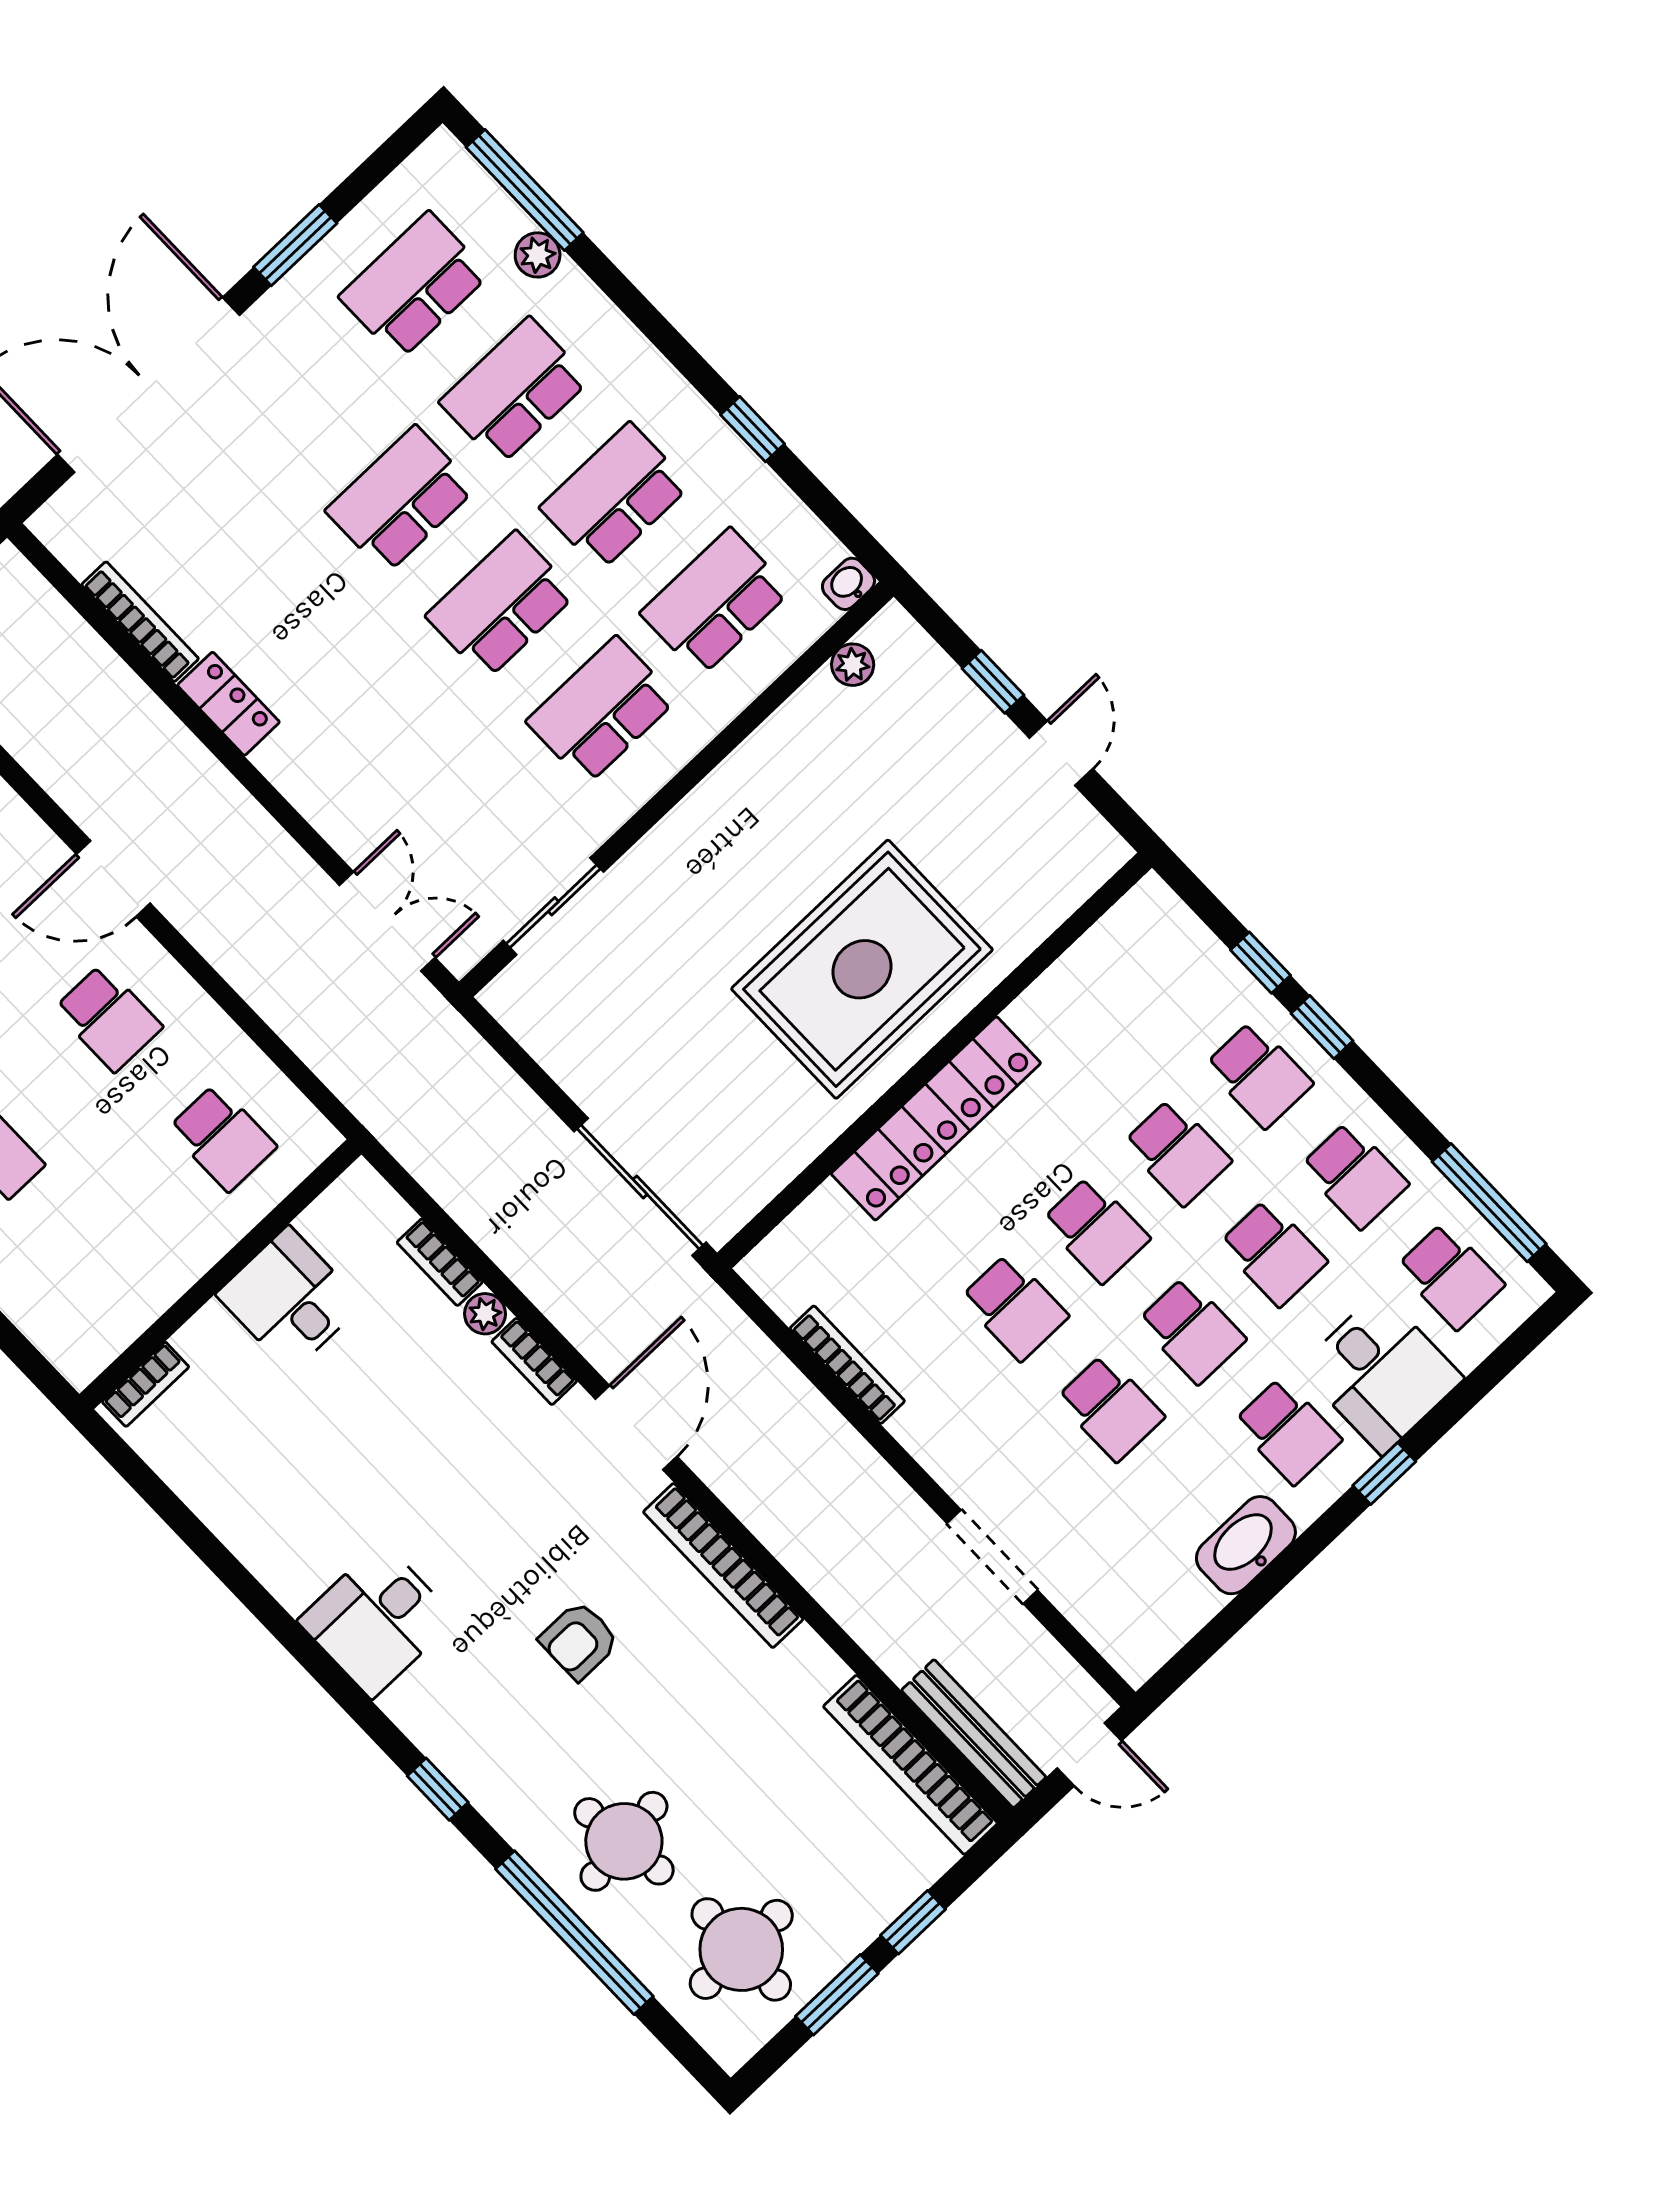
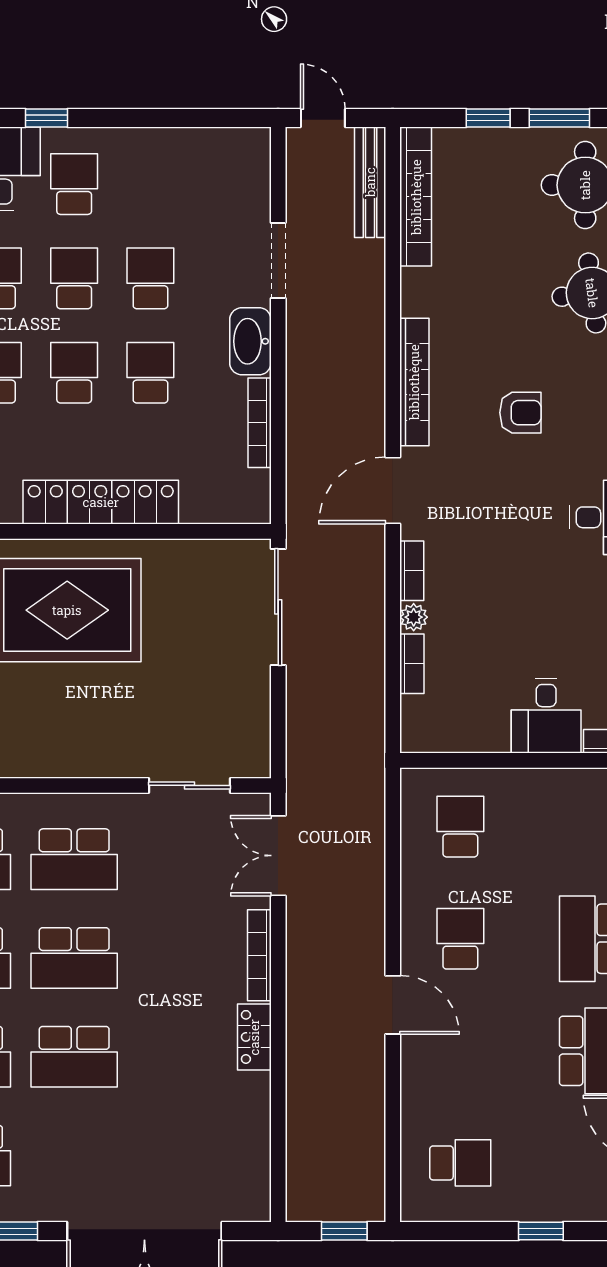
bookcase: (140, 622) -> (259, 955), moved
desk: (290, 1299) -> (546, 716), moved
washbasin: (1246, 1545) -> (250, 341), moved, turned 90

